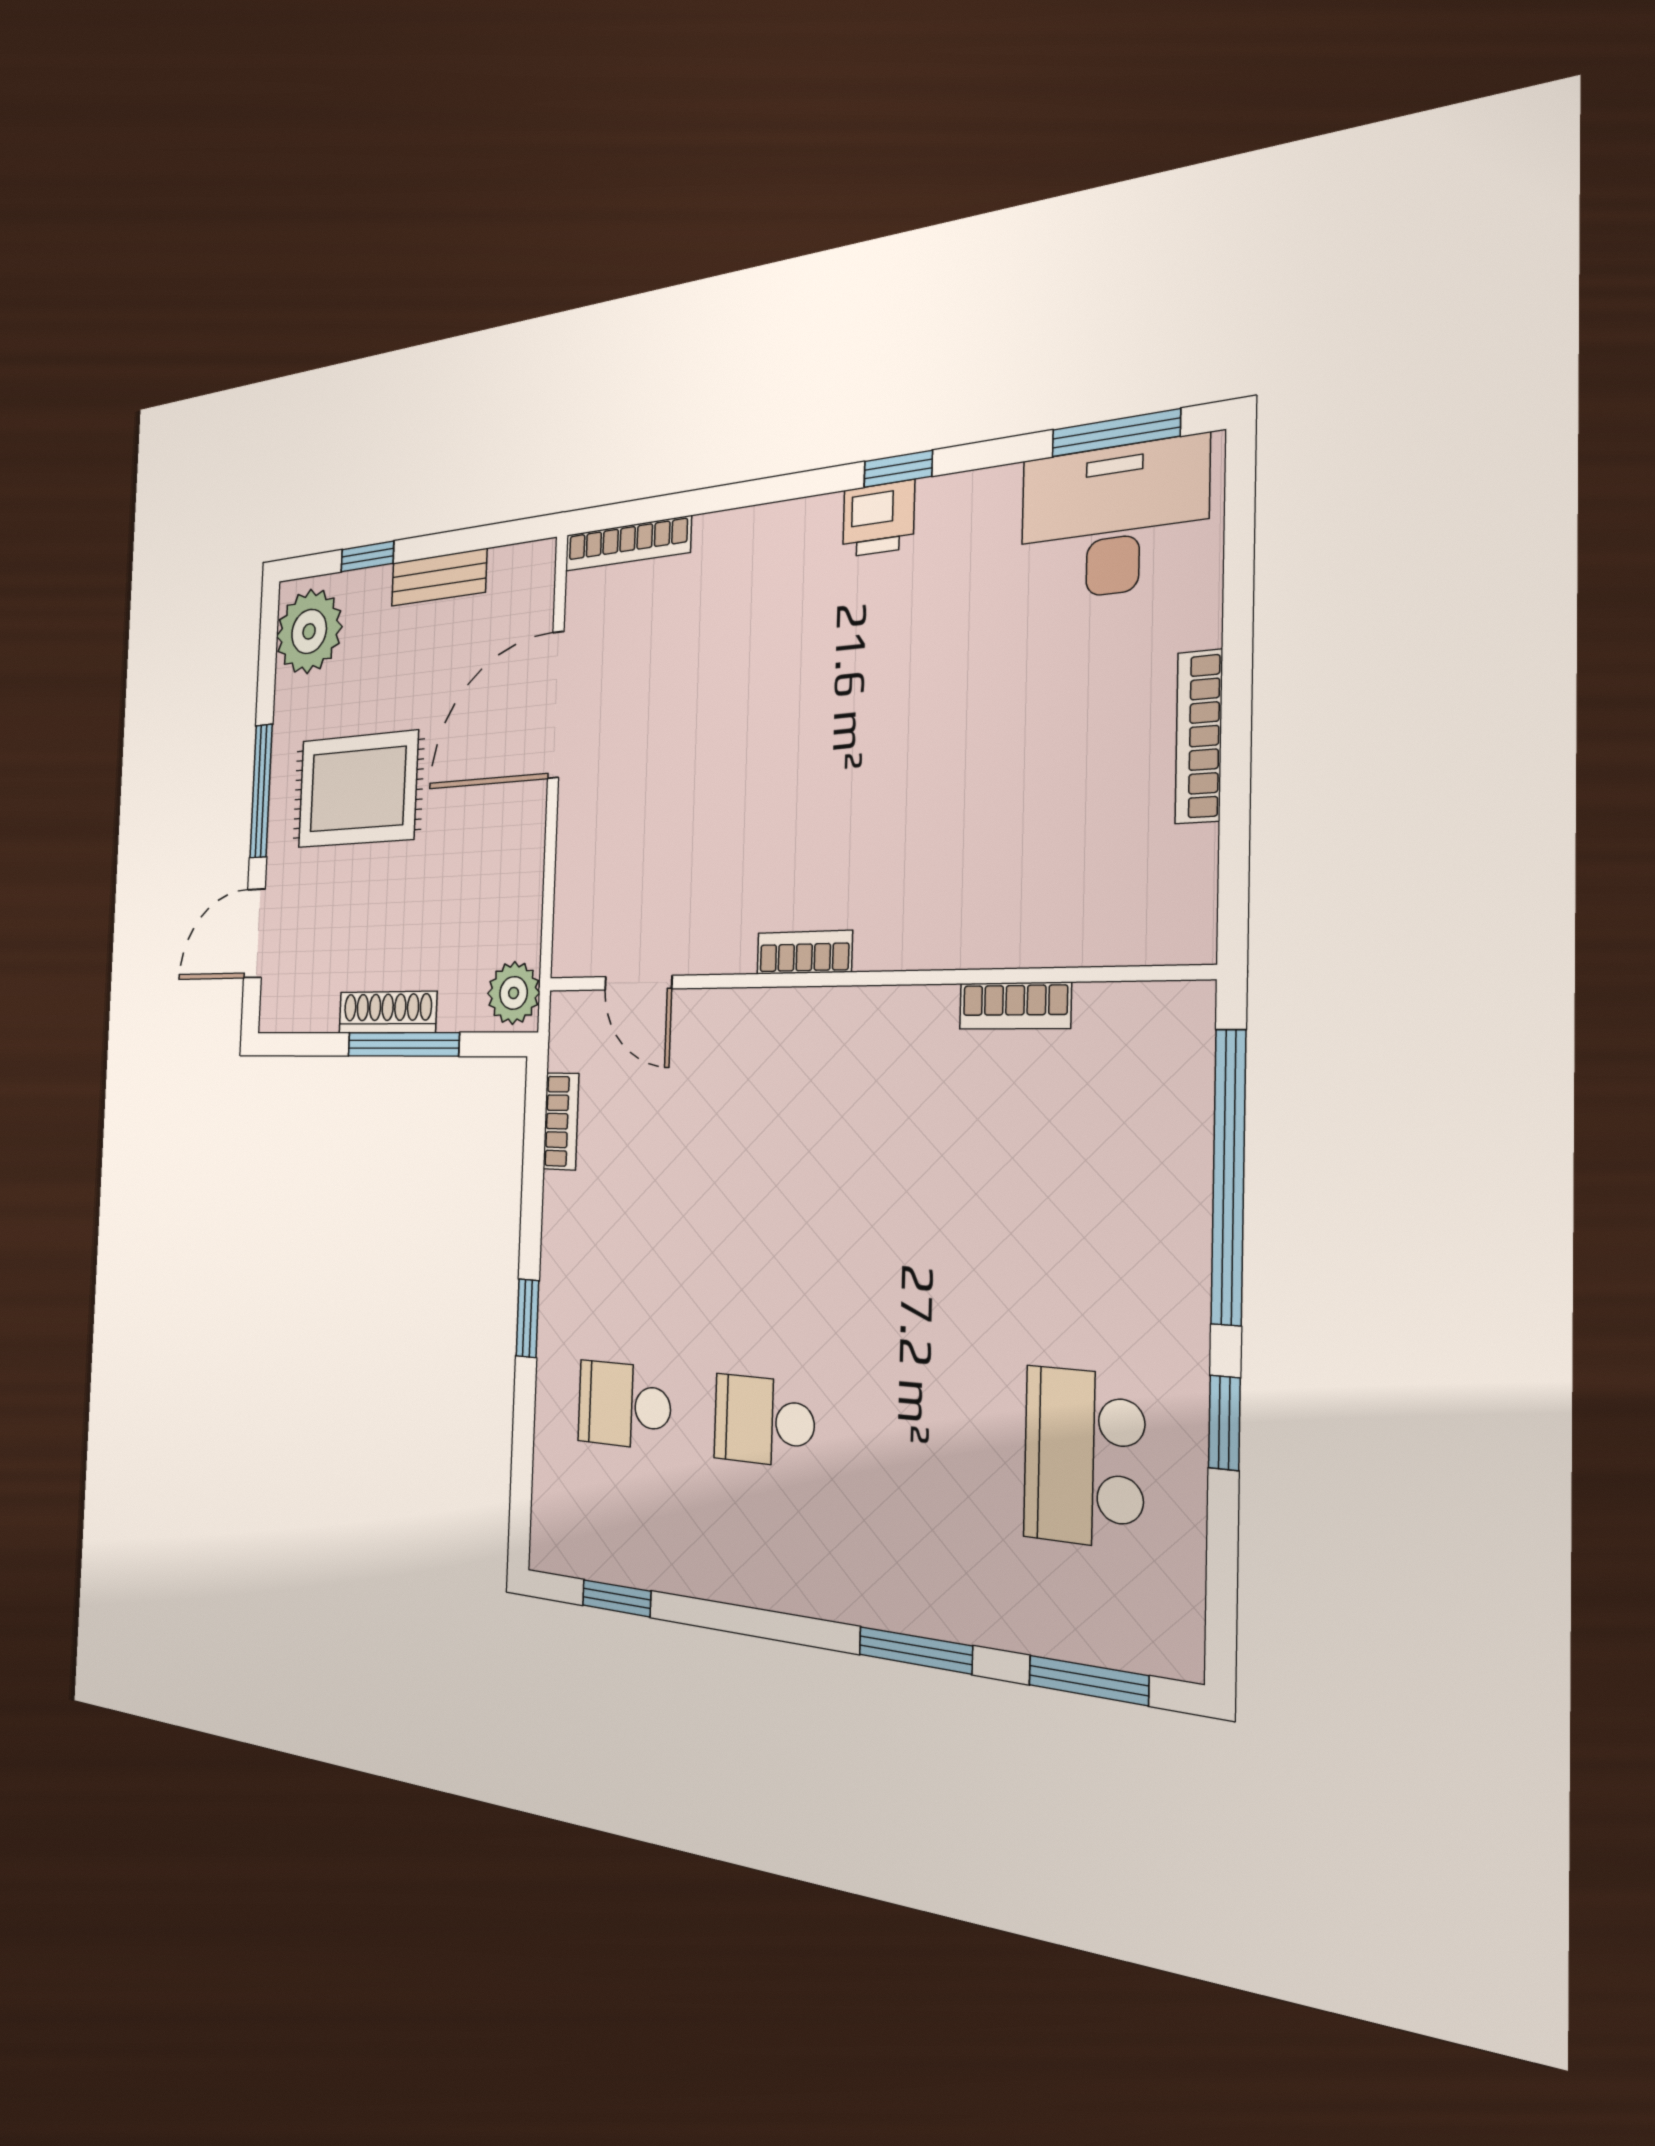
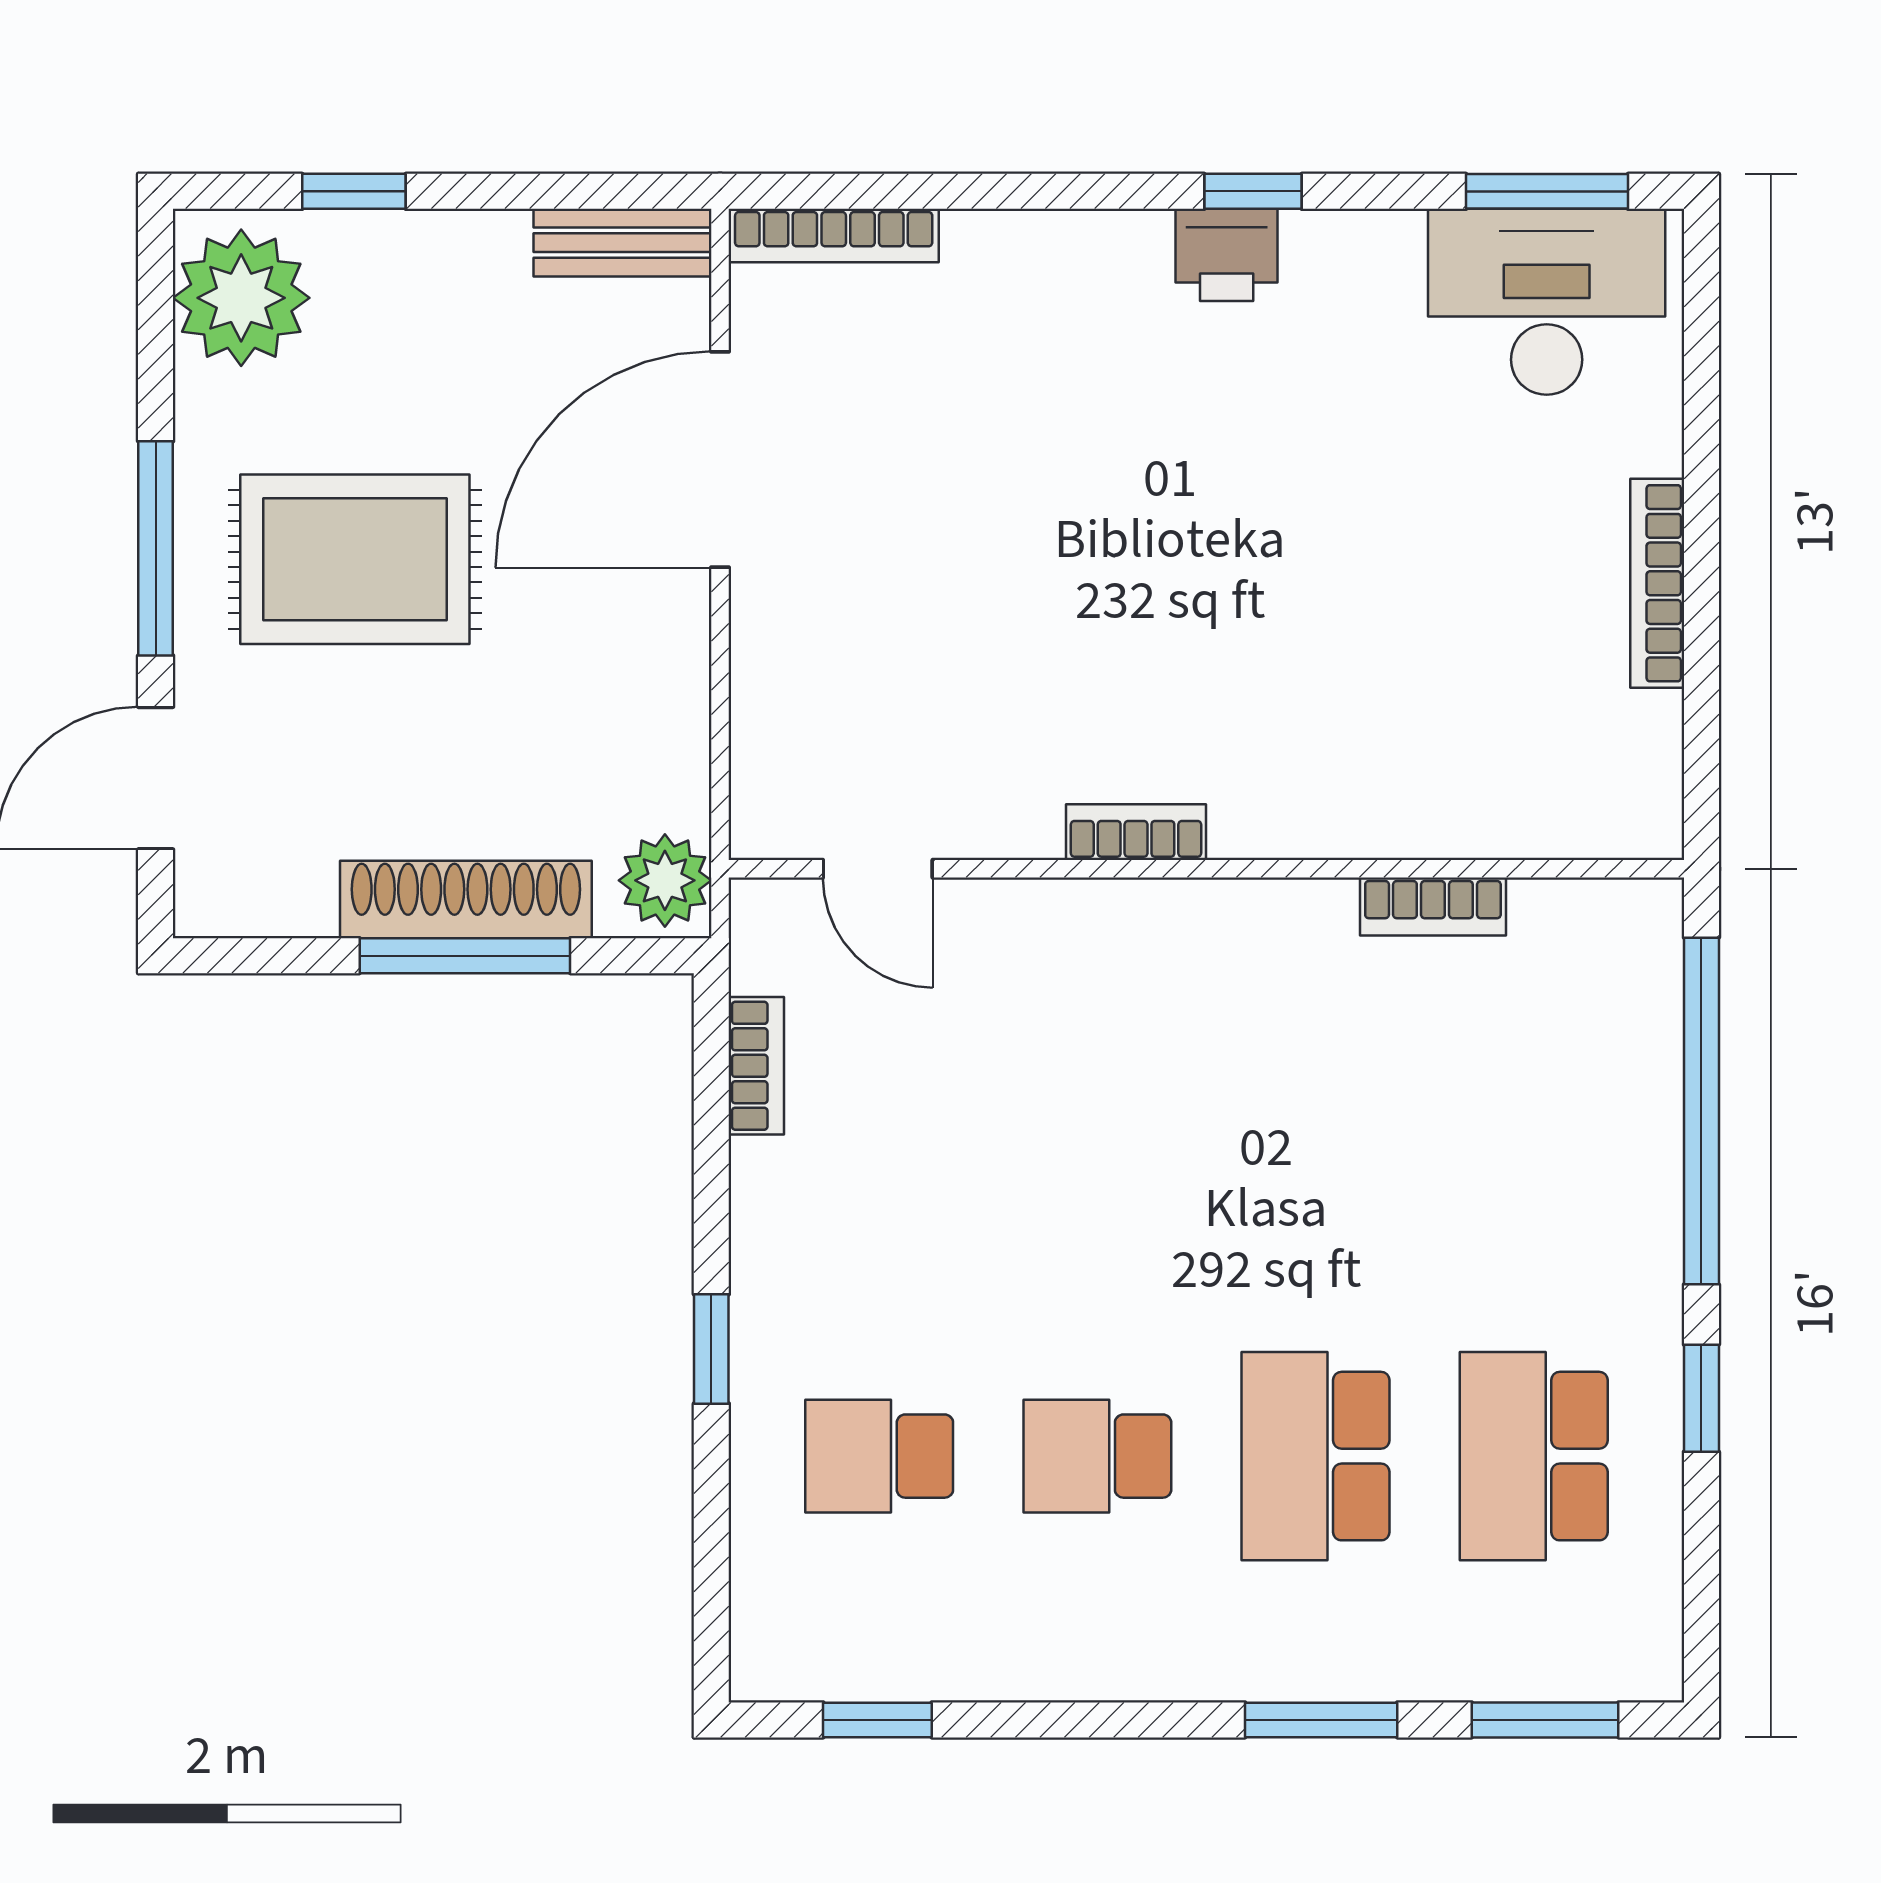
bench: (439, 578) -> (623, 243), moved
shoe rack: (387, 1012) -> (466, 899), width x1.36, depth x1.24
school desk: (917, 1438) -> (1316, 1456), added

